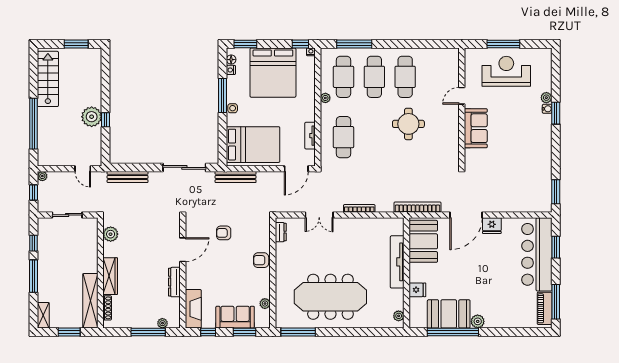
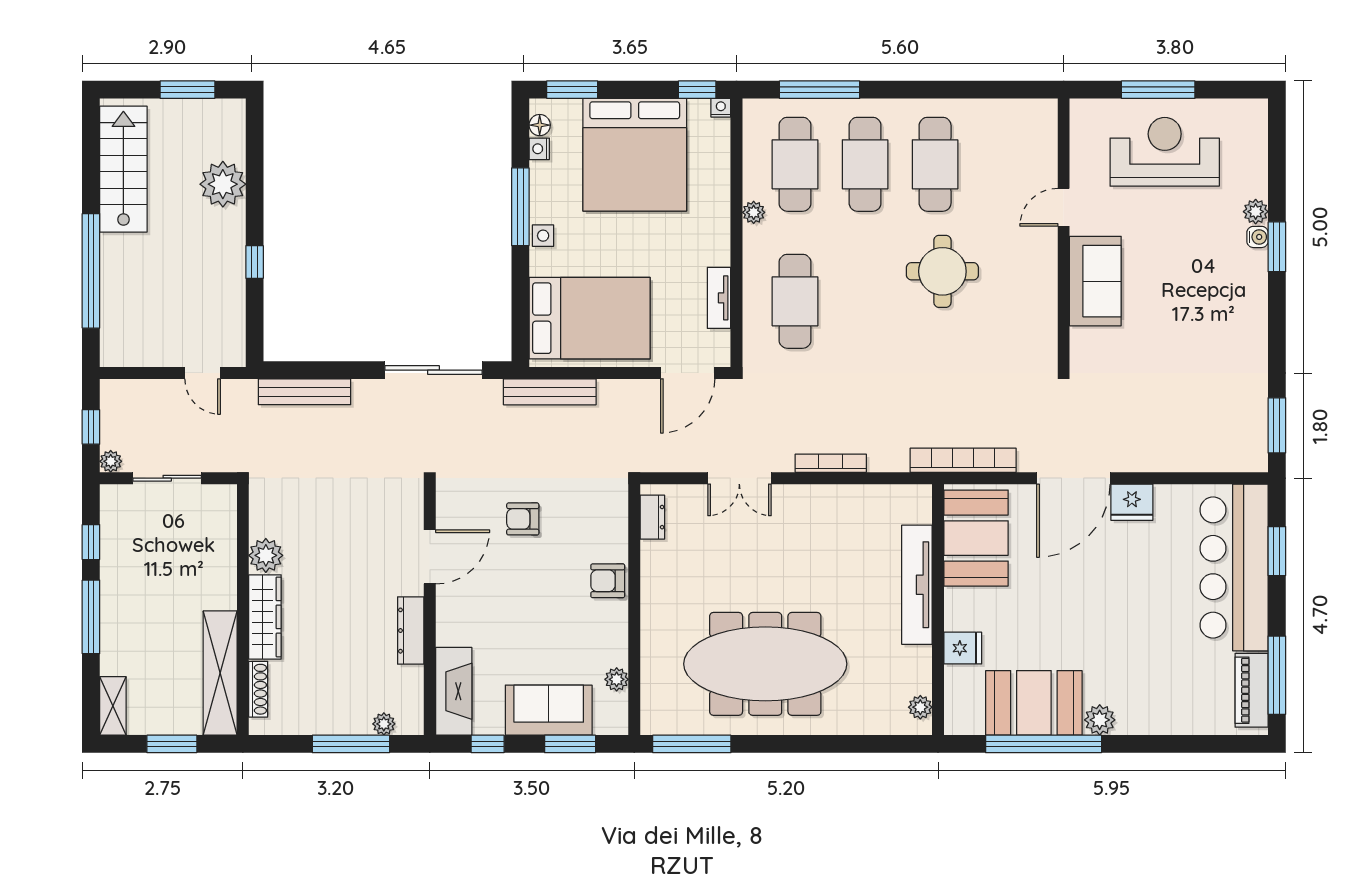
plant: (92, 117) -> (223, 184), moved
plant: (42, 176) -> (111, 461), moved
plant: (111, 234) -> (266, 555), moved

